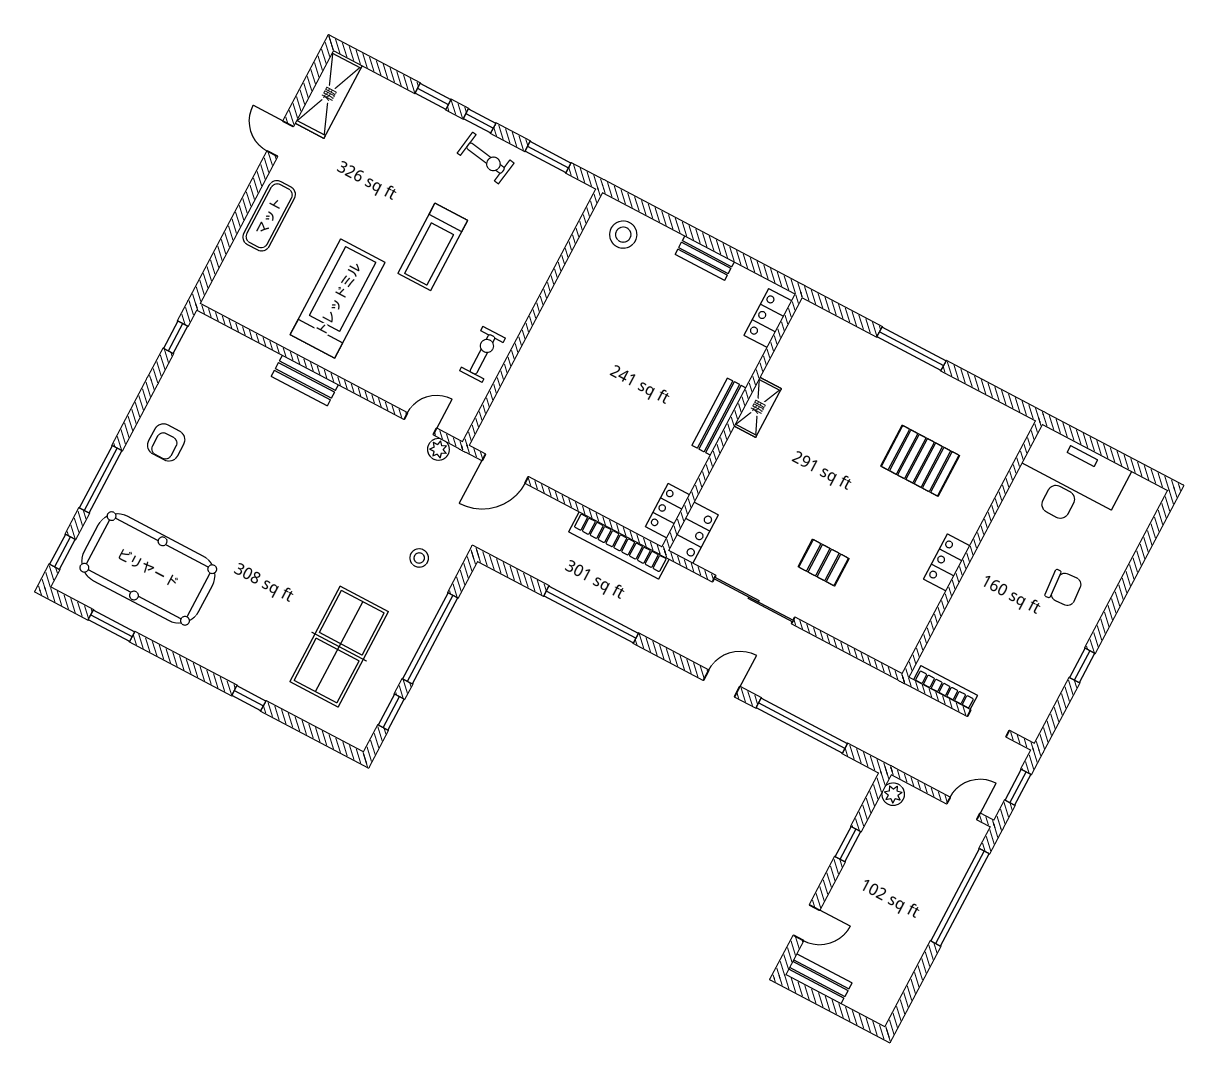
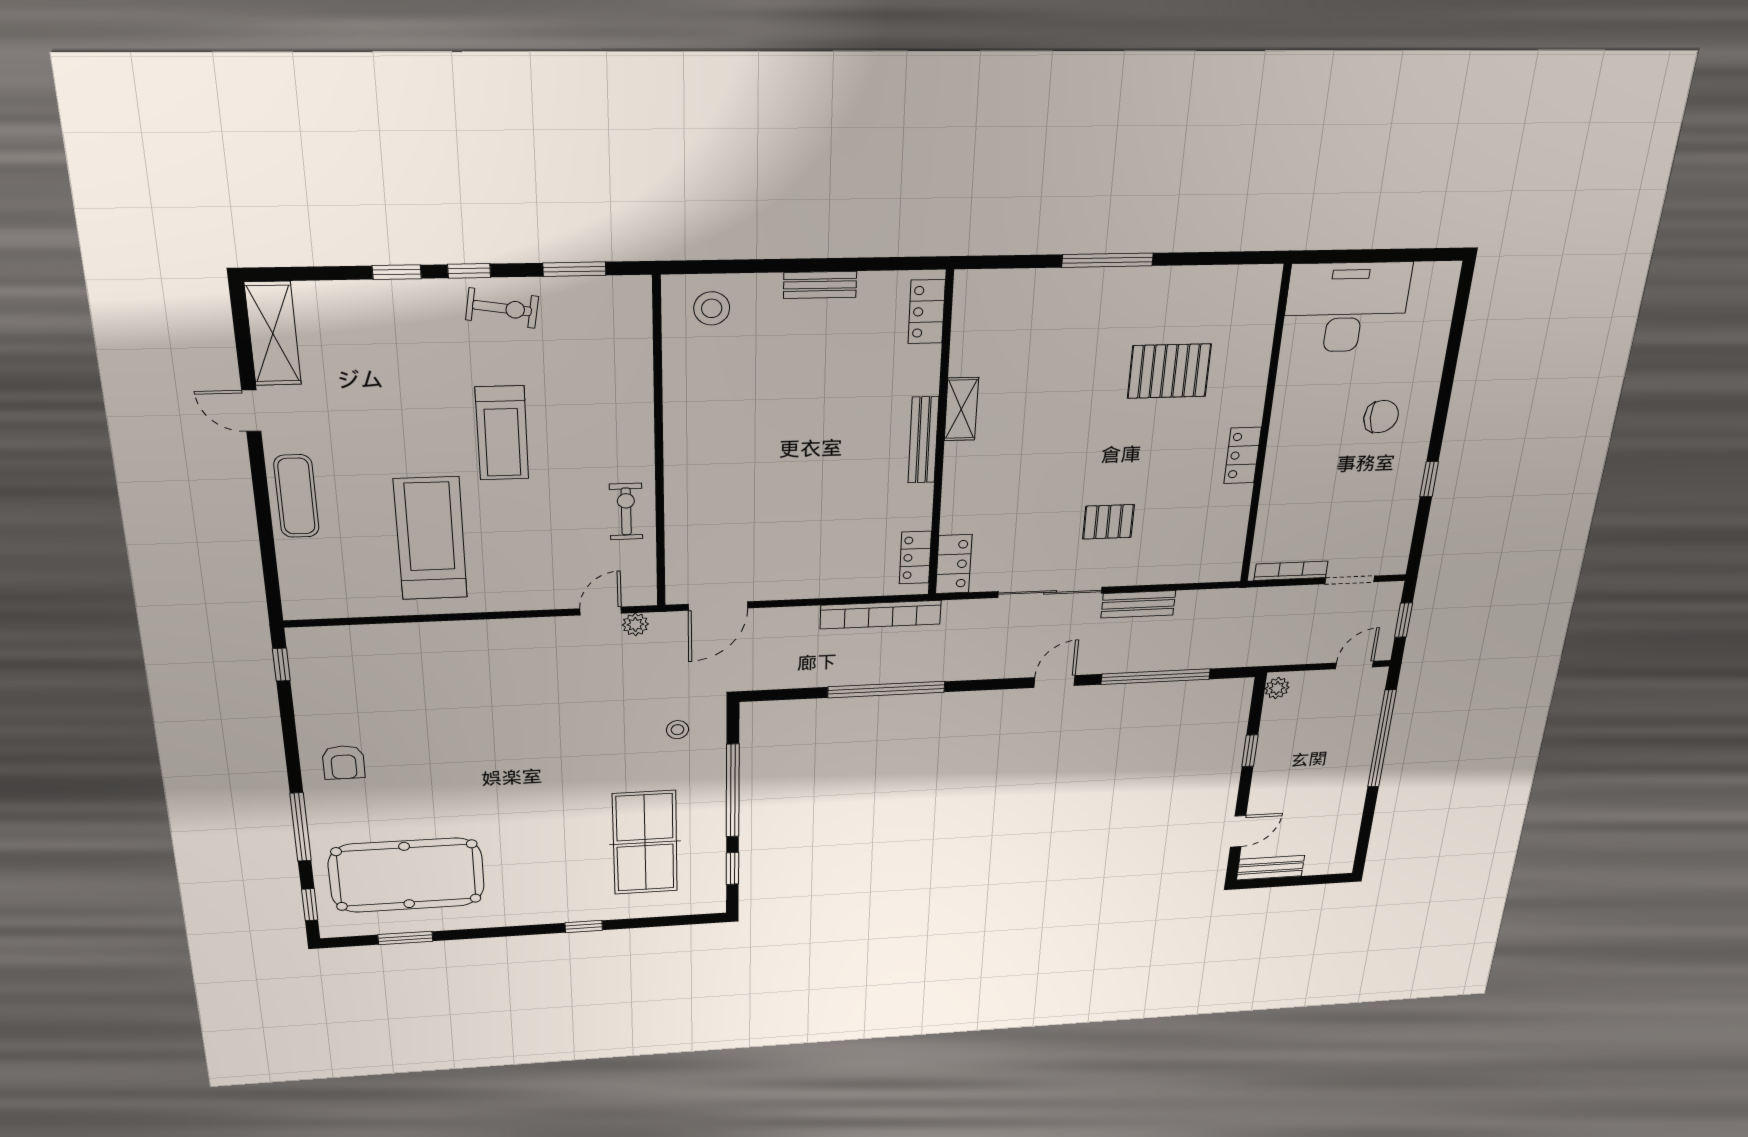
bench: (305, 380) -> (1138, 604), moved

